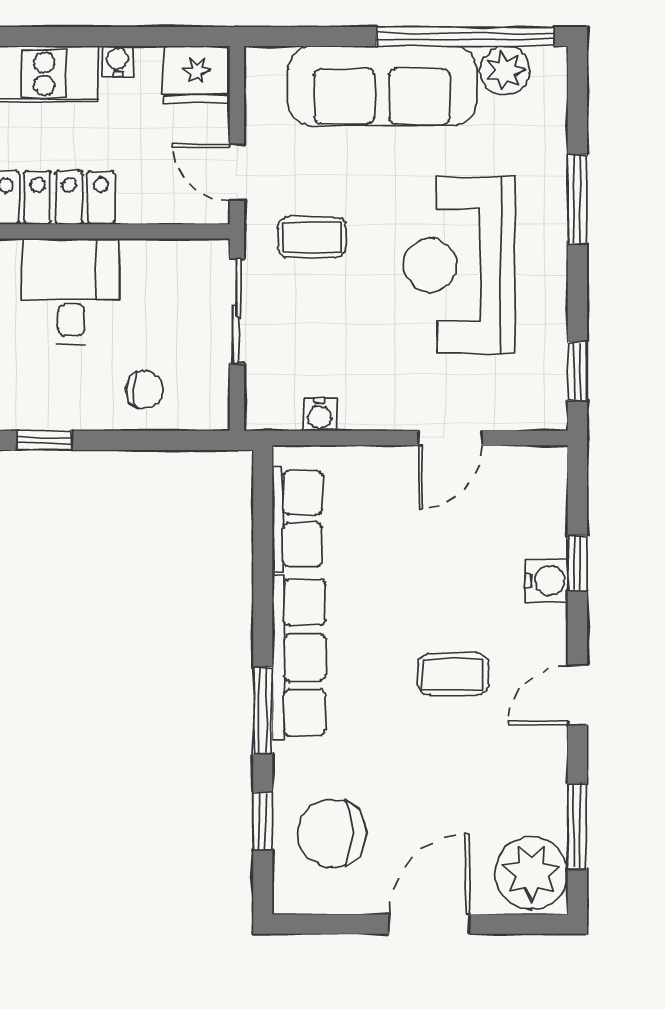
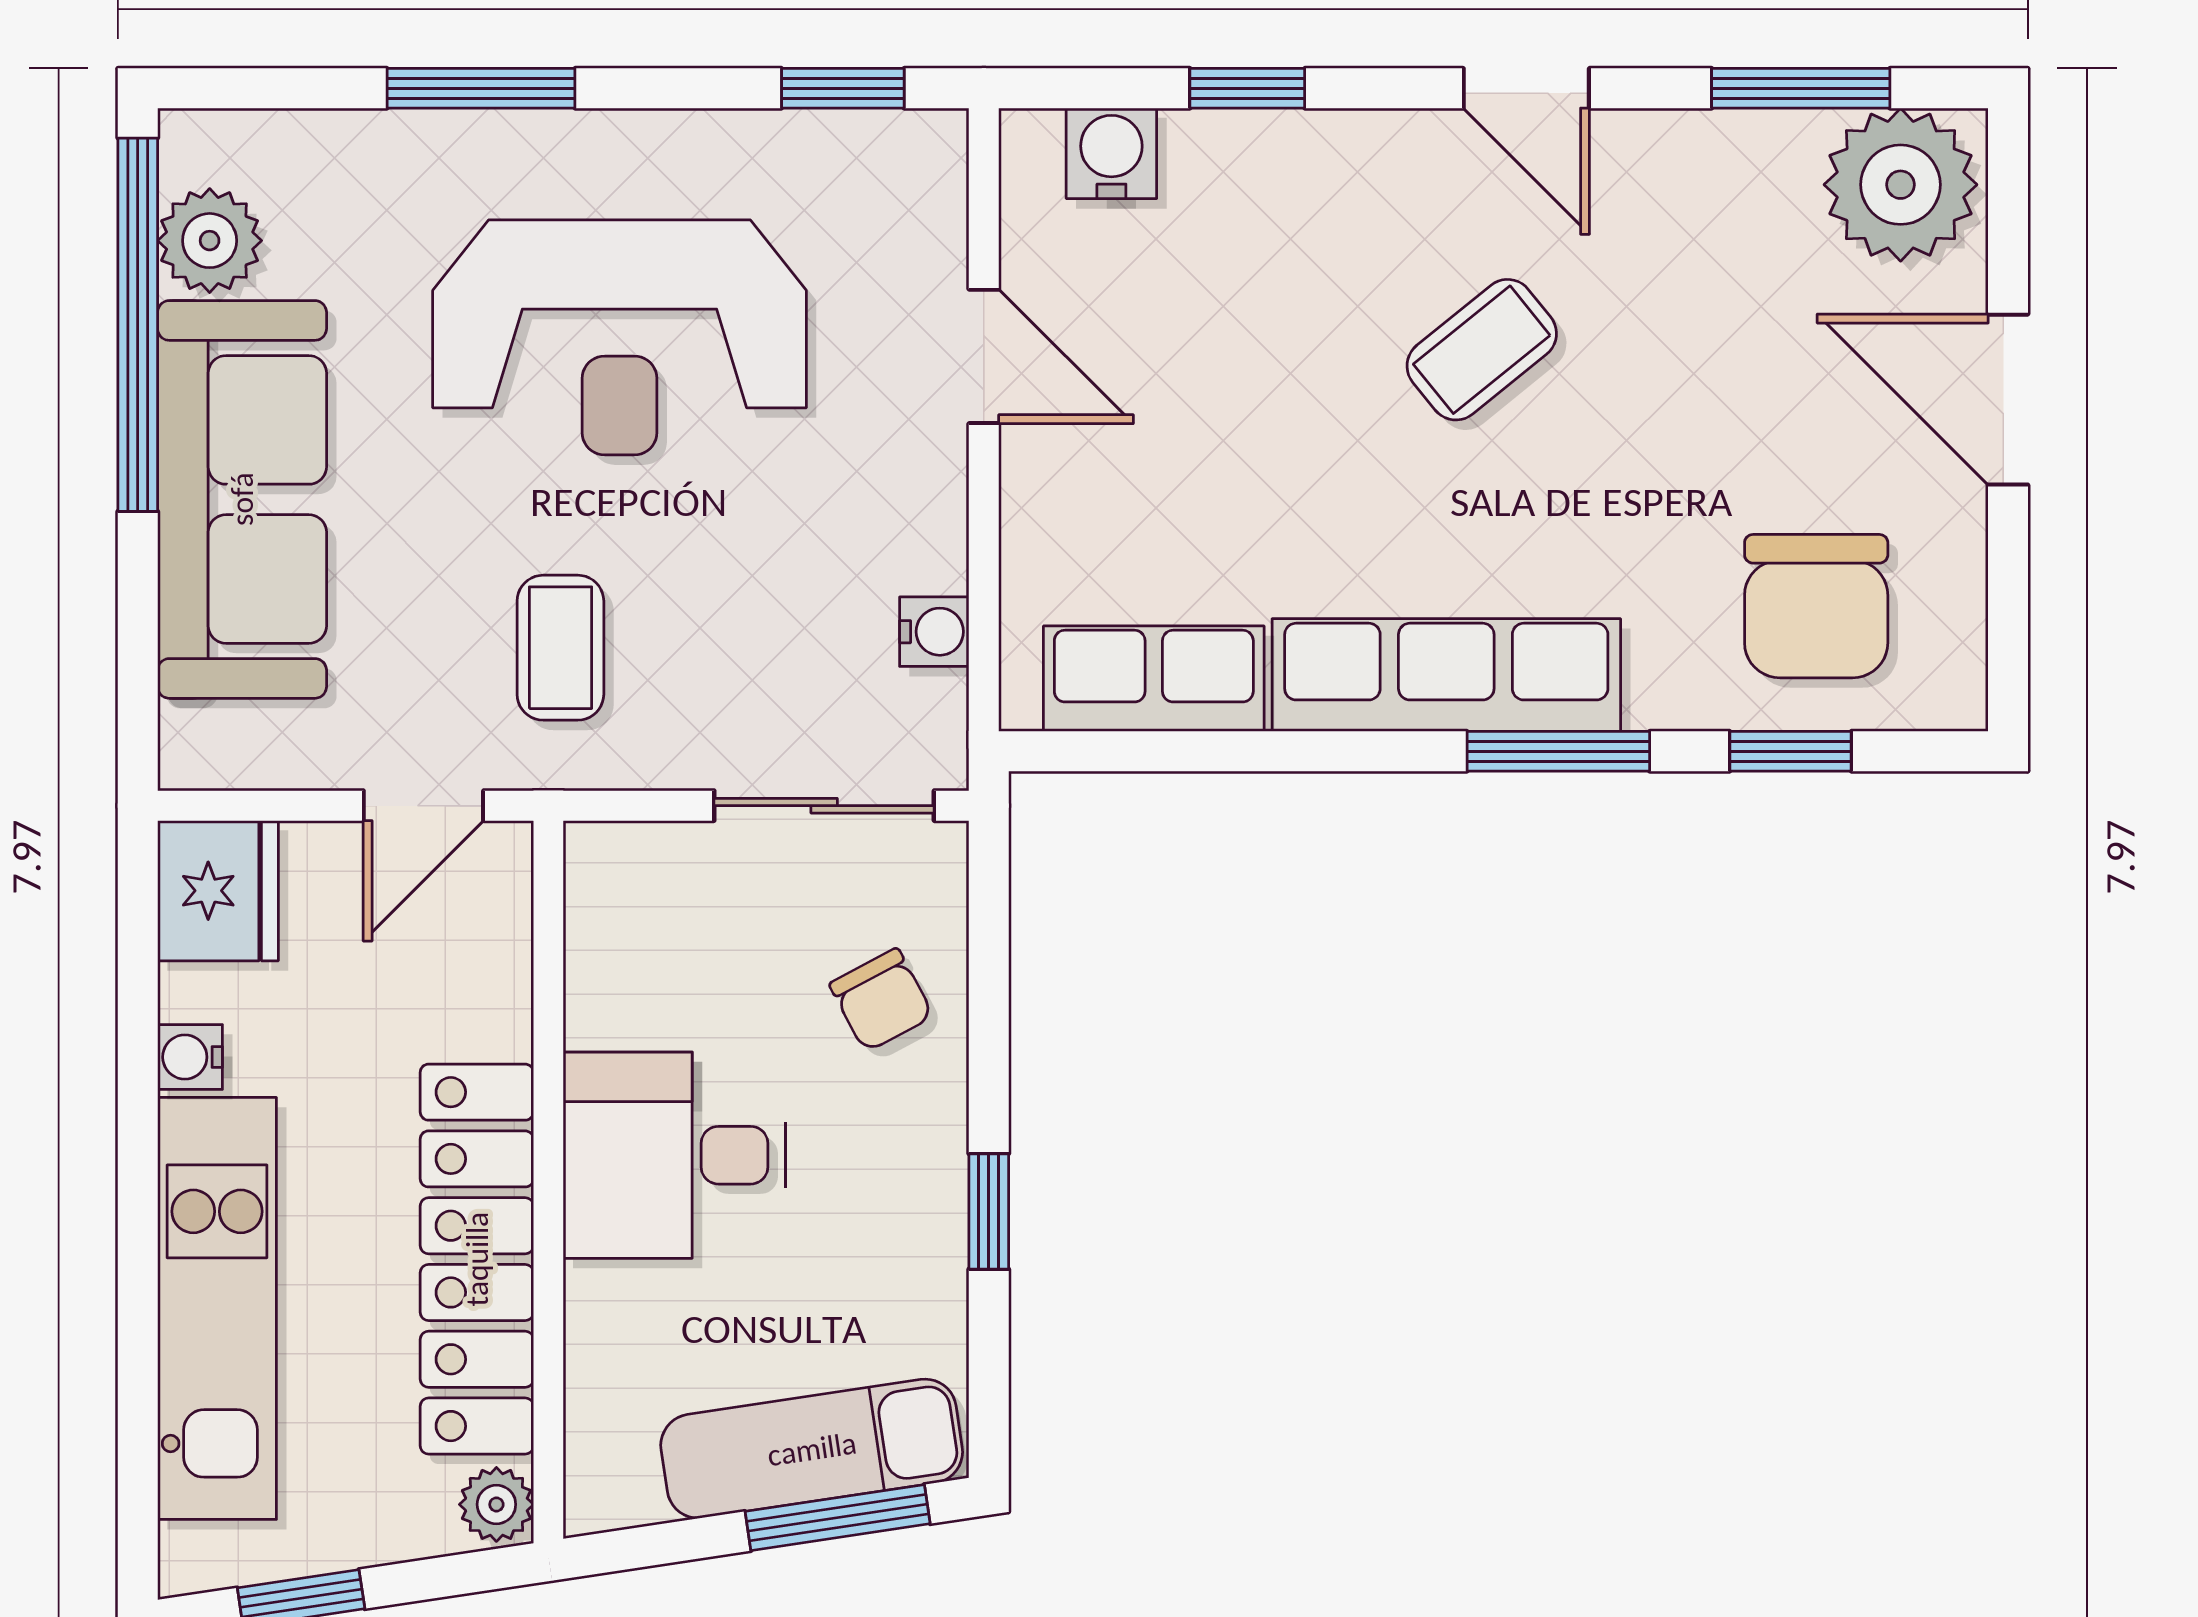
sliding door: (237, 311) -> (824, 806), moved
chair: (145, 389) -> (881, 1000), turned 152
water cooler: (546, 581) -> (1111, 153), moved
coffee table: (453, 674) -> (1482, 350), turned 51

